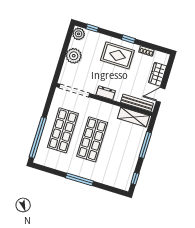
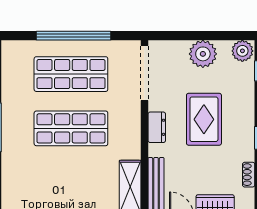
rug: (117, 55) -> (204, 119), moved
window: (38, 138) -> (74, 36), moved

